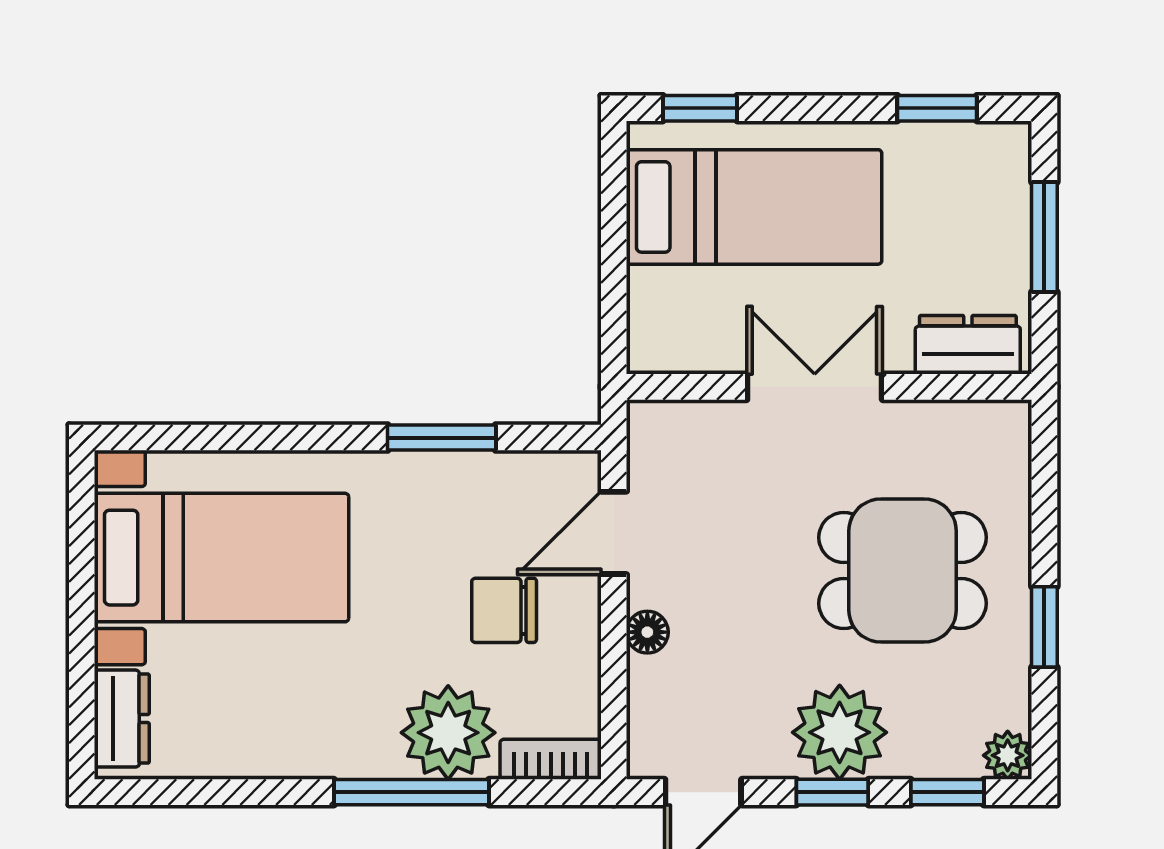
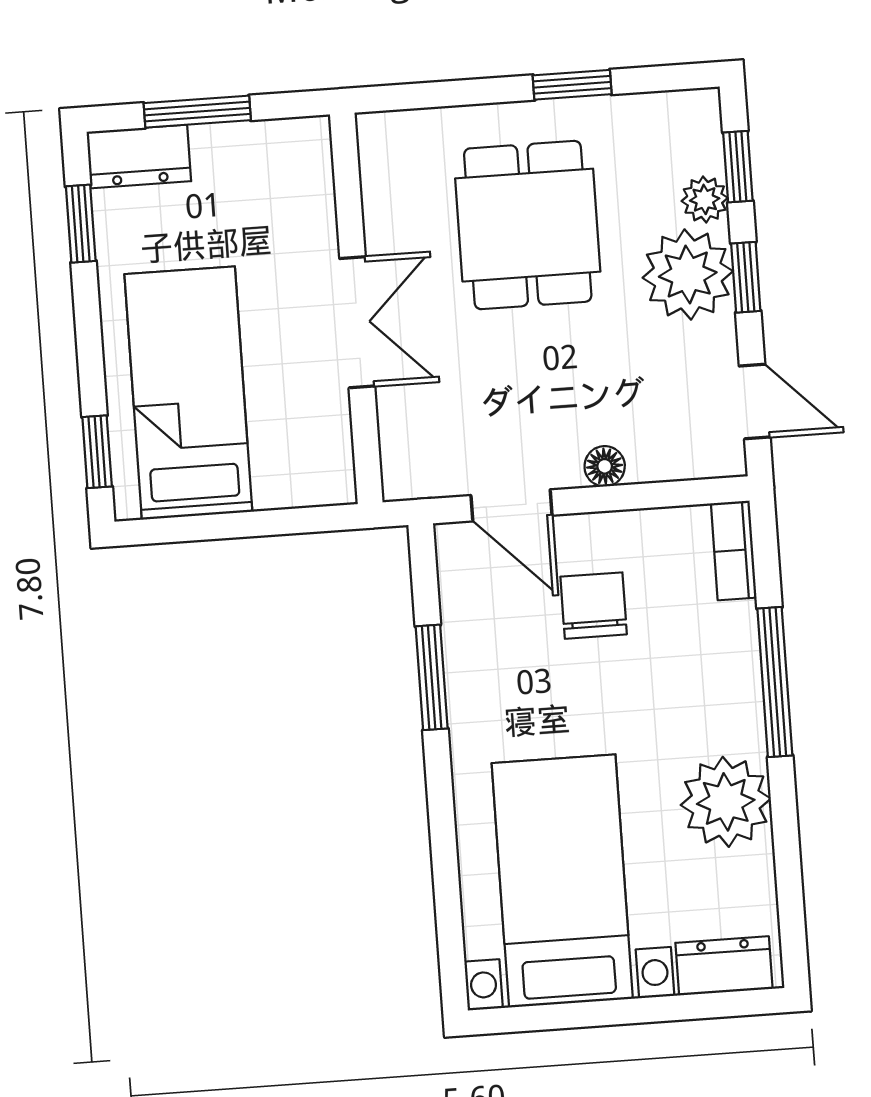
dresser: (968, 345) -> (139, 157), moved, turned -90
double door: (815, 387) -> (357, 322), swing flipped
chair: (504, 610) -> (594, 606), turned 180
plant: (448, 733) -> (726, 802), moved
plant: (1008, 755) -> (705, 199), moved

